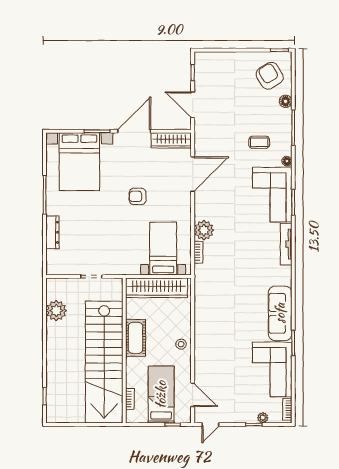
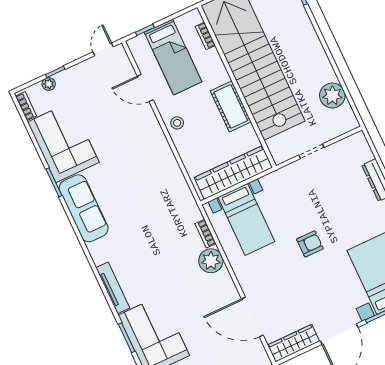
door: (193, 174) -> (252, 317), hinge flipped
armchair: (138, 196) -> (310, 244), moved
door: (193, 395) -> (145, 88), moved

